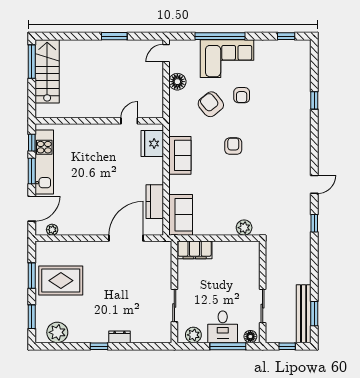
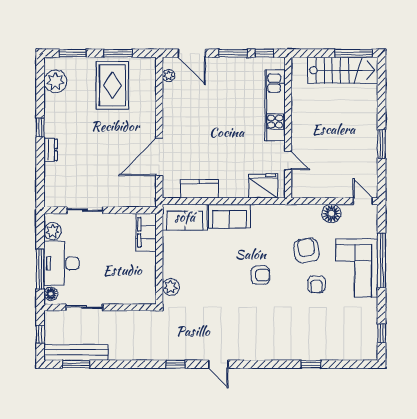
armchair: (242, 95) -> (316, 284), turned -90
armchair: (211, 104) -> (307, 250), turned -59
sofa: (180, 155) -> (229, 216), moved
kitchen unit: (44, 162) -> (275, 105), moved, turned 90
door: (126, 238) -> (159, 157), swing flipped
desk: (223, 327) -> (62, 263), width x1.37

